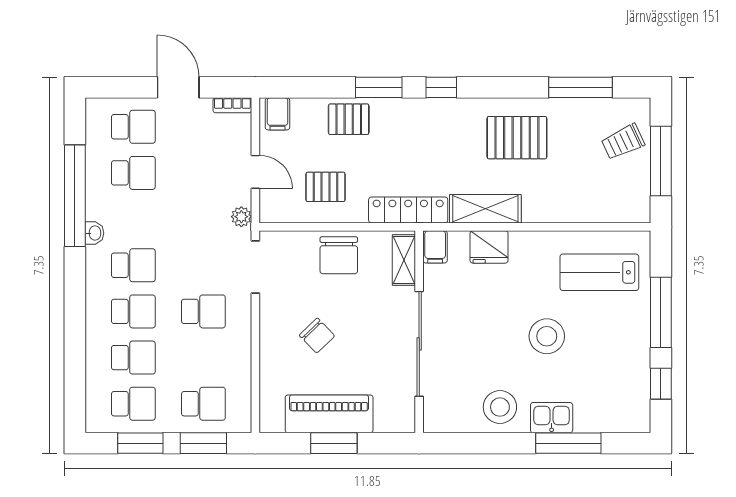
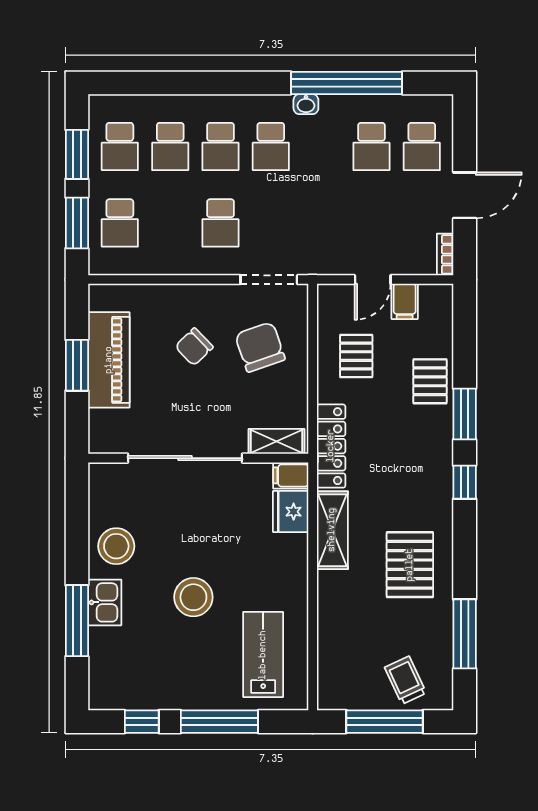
filing cabinet: (277, 114) -> (405, 301), moved, turned -90
plant: (241, 217) -> (324, 264), removed
fridge: (489, 247) -> (291, 512), moved
chair: (339, 255) -> (260, 347), moved, turned 71

